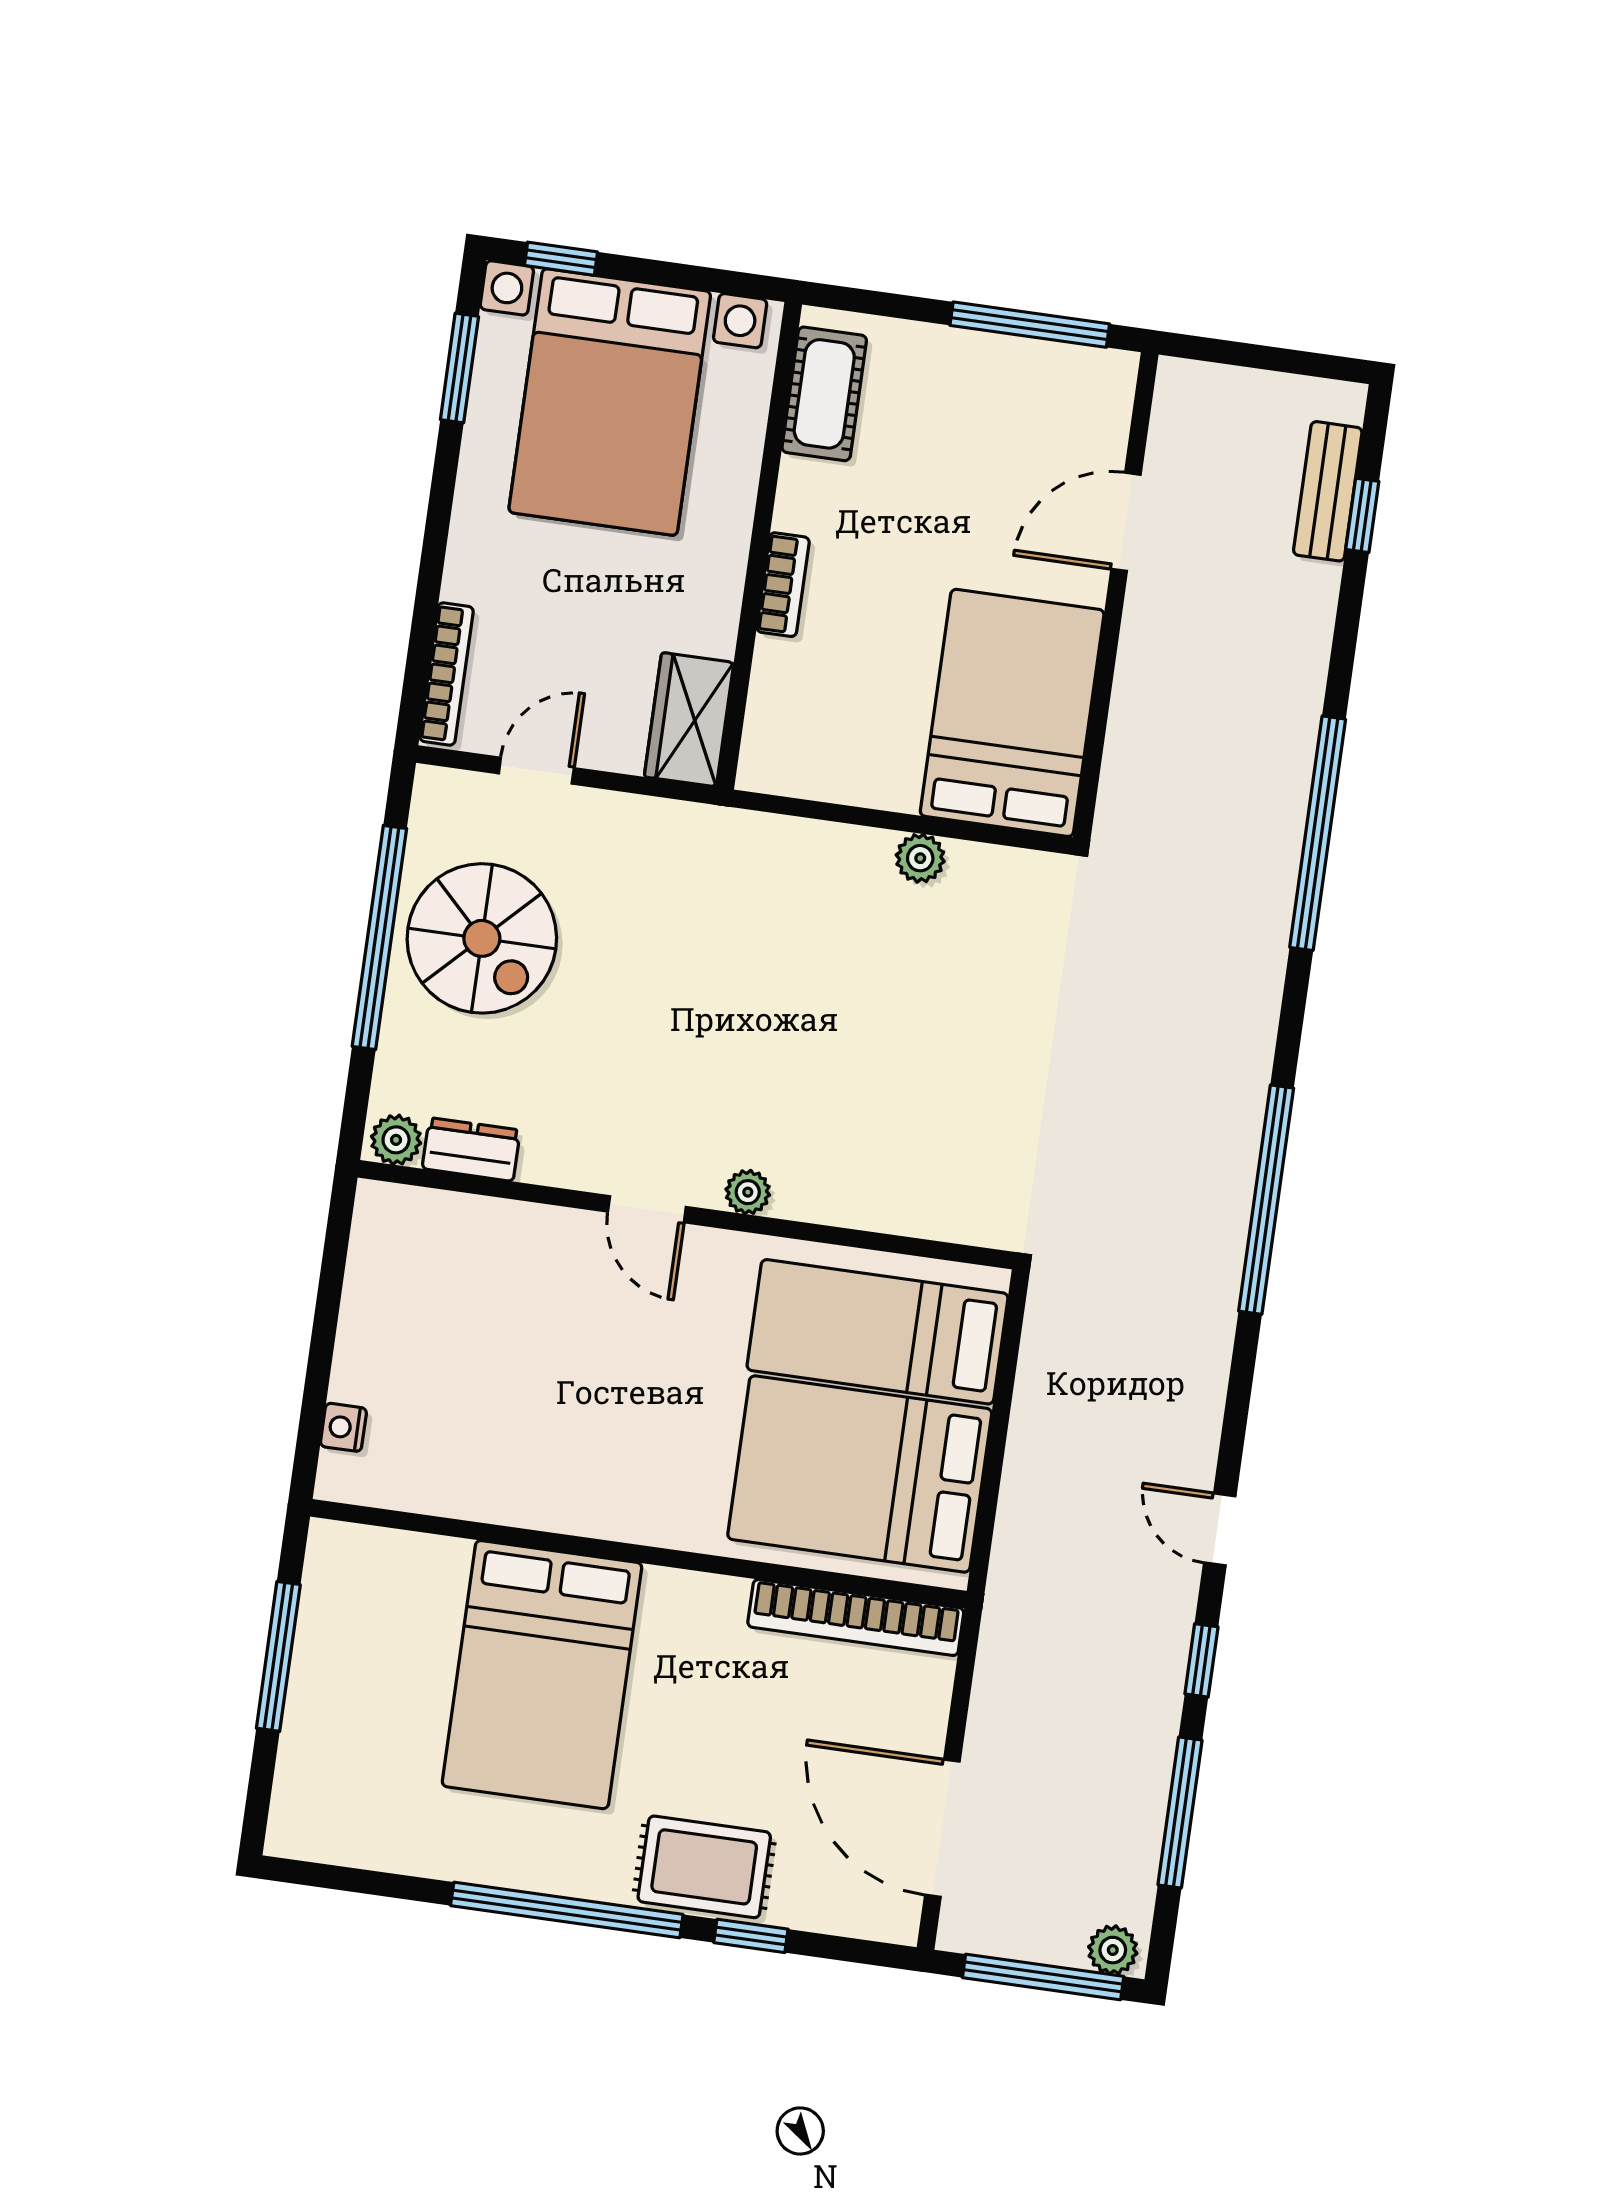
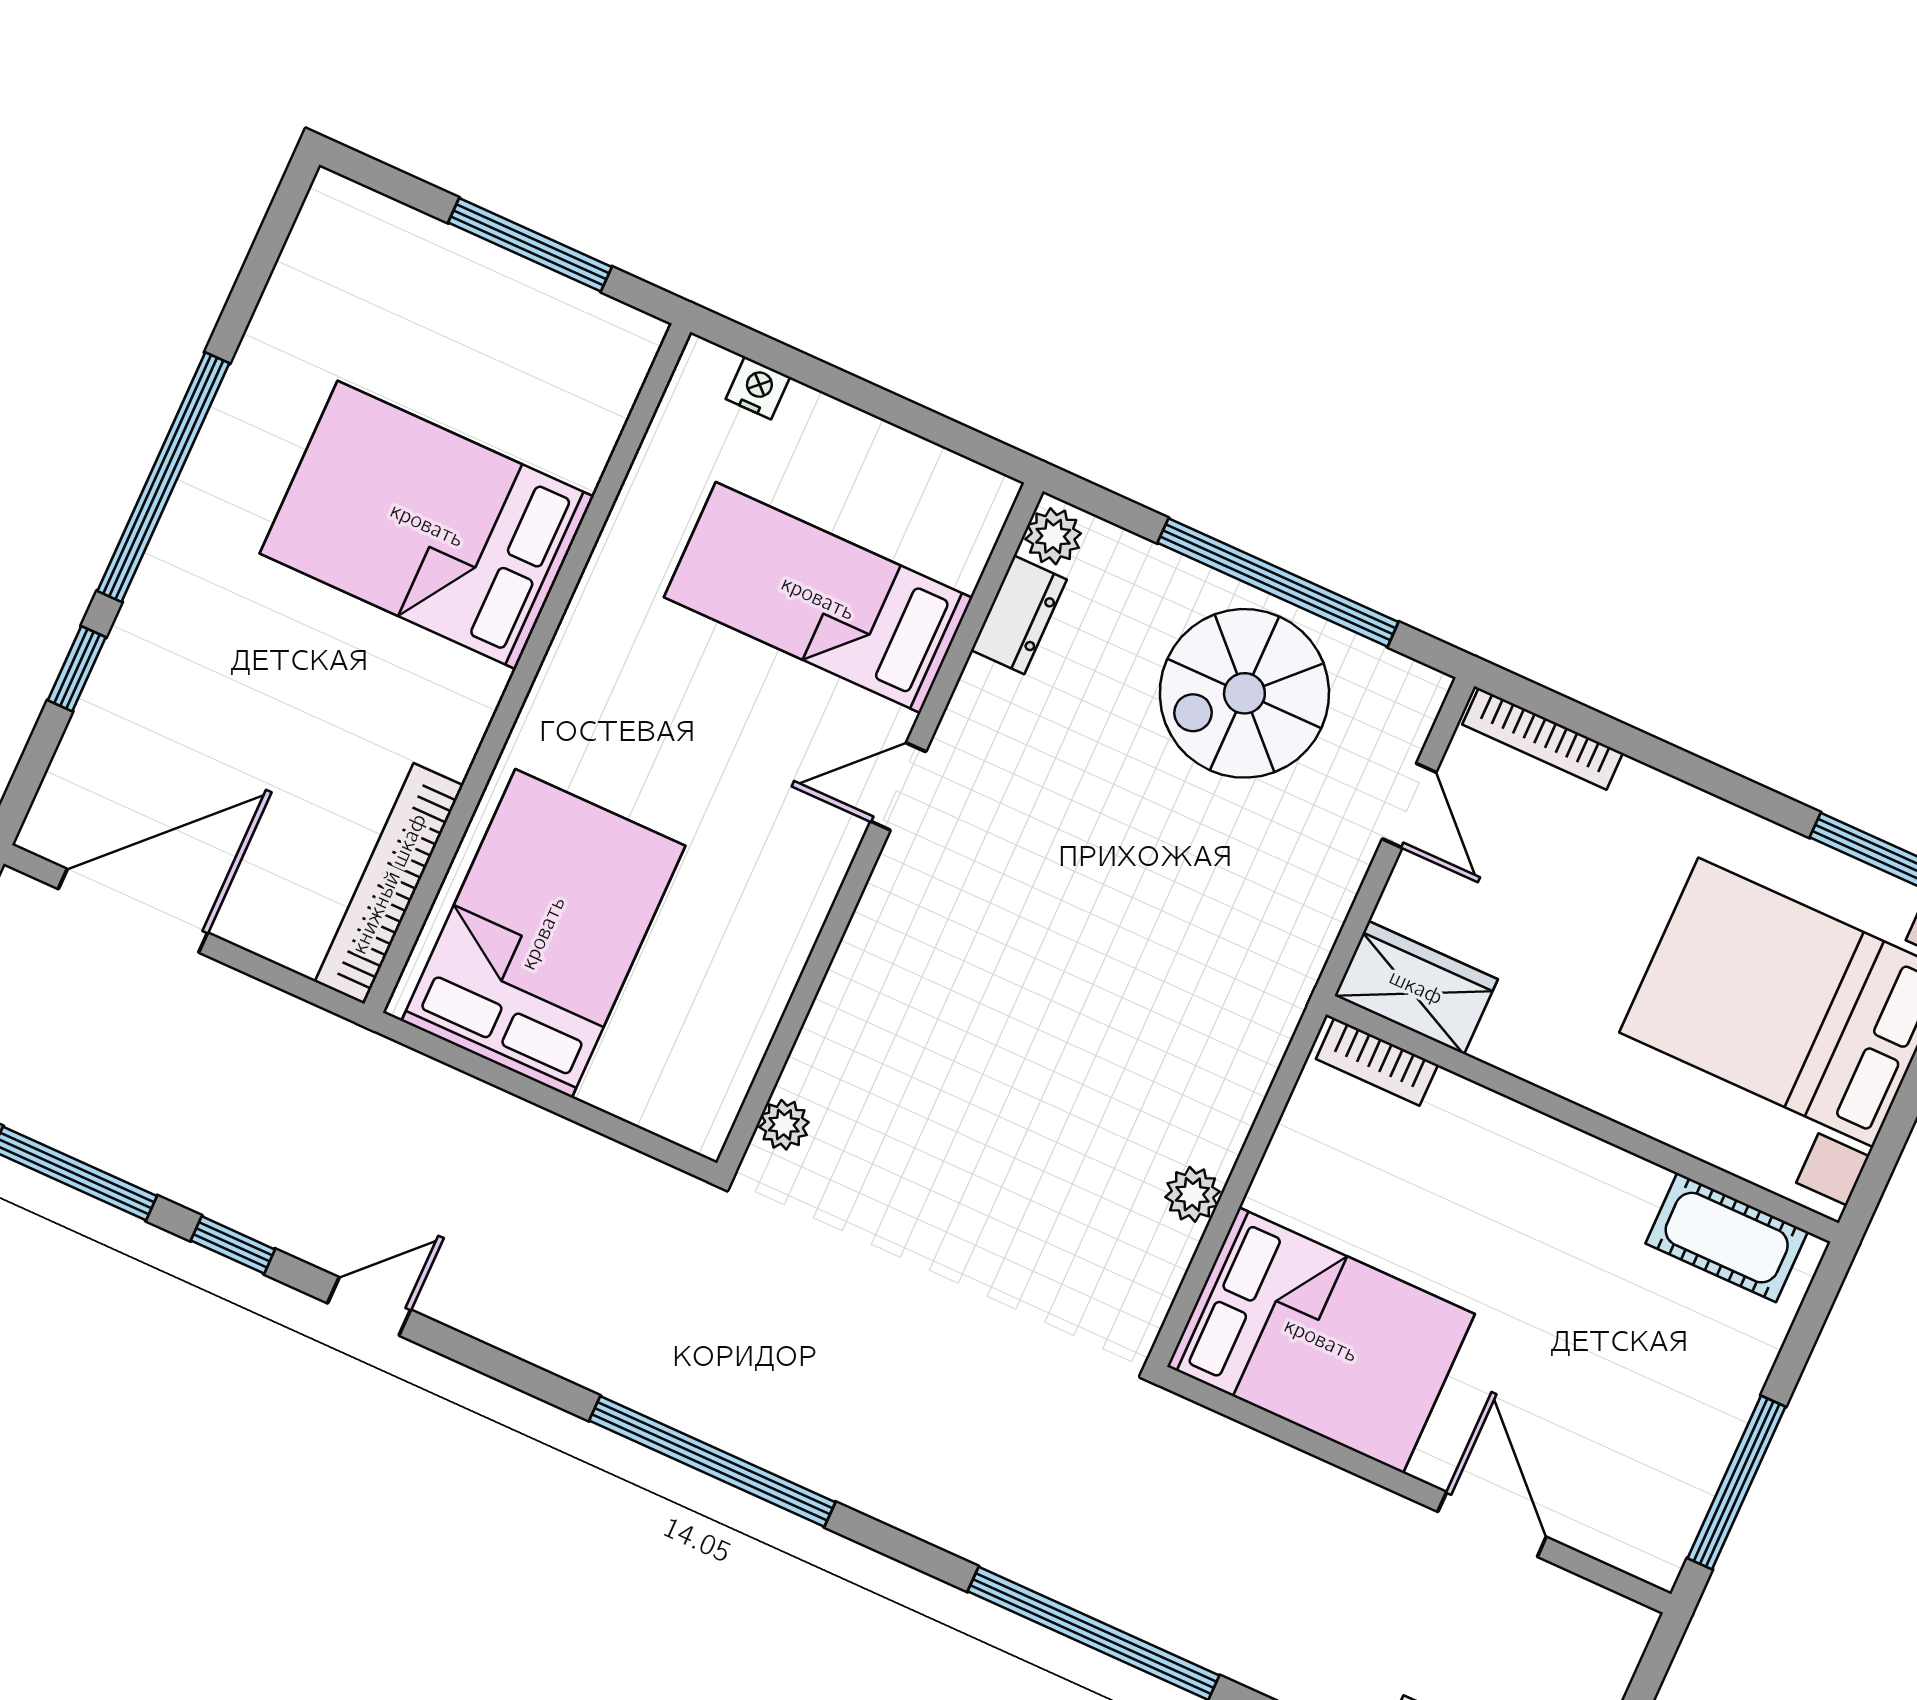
bookcase: (783, 585) -> (1377, 1062), moved
plant: (748, 1192) -> (784, 1125), moved
bed: (878, 1332) -> (818, 598), moved, turned -90
rug: (704, 1867) -> (167, 640), removed

